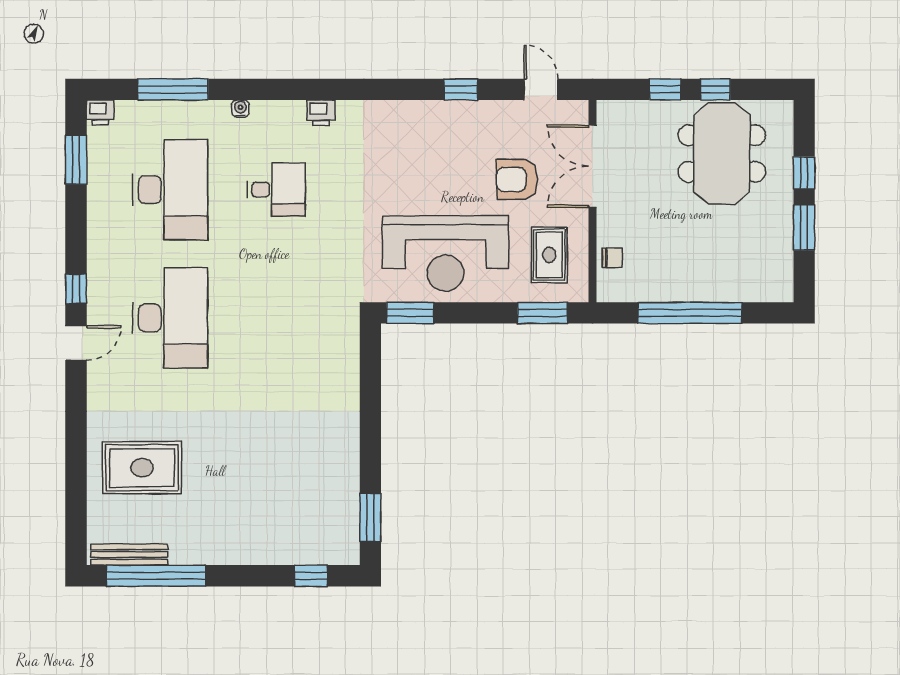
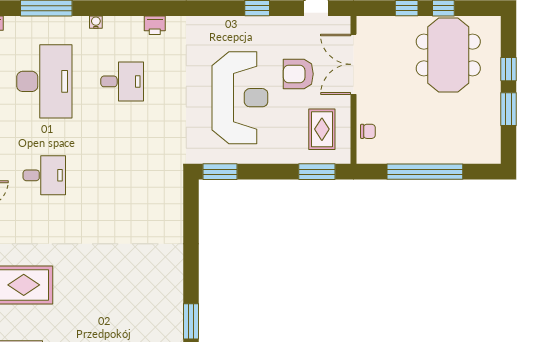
reception desk: (445, 253) -> (240, 98), moved, turned -90
desk: (170, 318) -> (44, 175), width x0.53, depth x0.77

